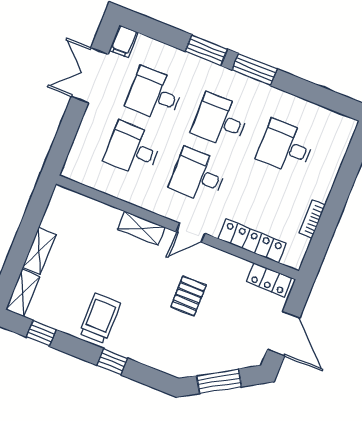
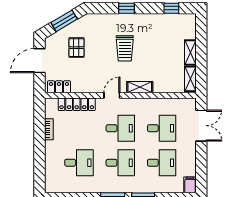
double door: (90, 75) -> (201, 126), moved
shelving: (23, 293) -> (190, 79), moved
pallet: (189, 296) -> (76, 48), moved
trolley: (100, 318) -> (125, 48), moved
door: (284, 334) -> (39, 61), hinge flipped

